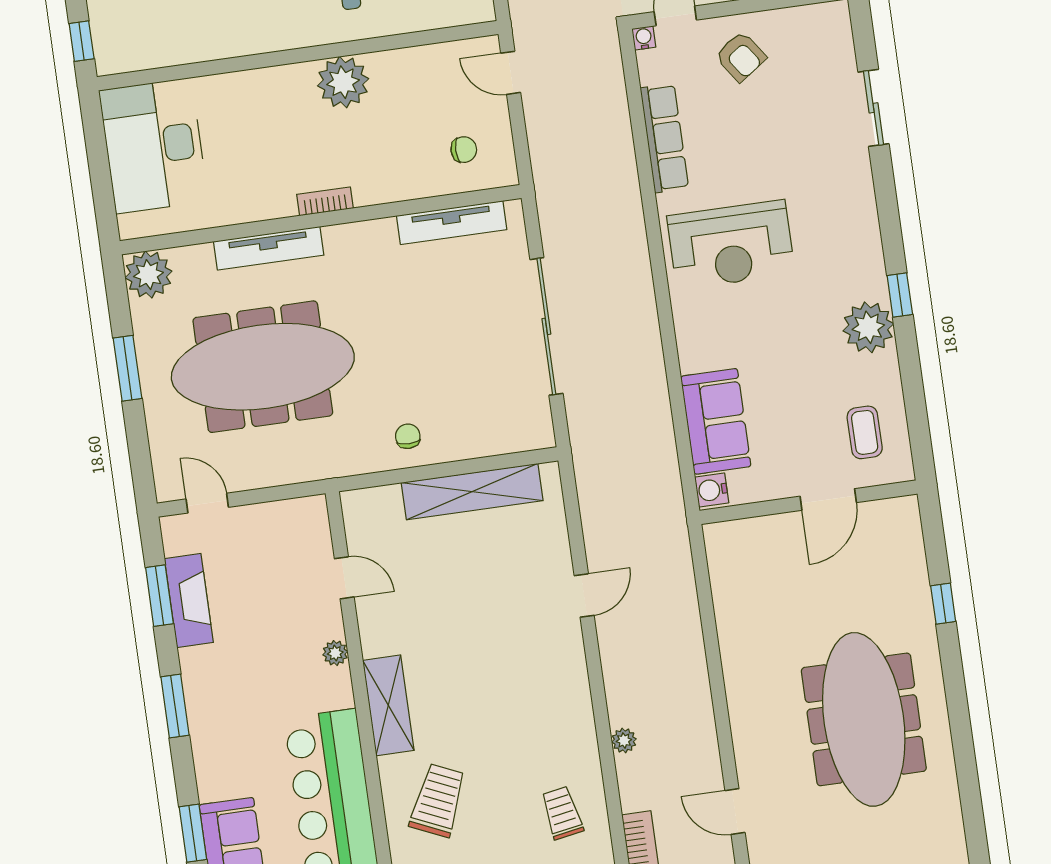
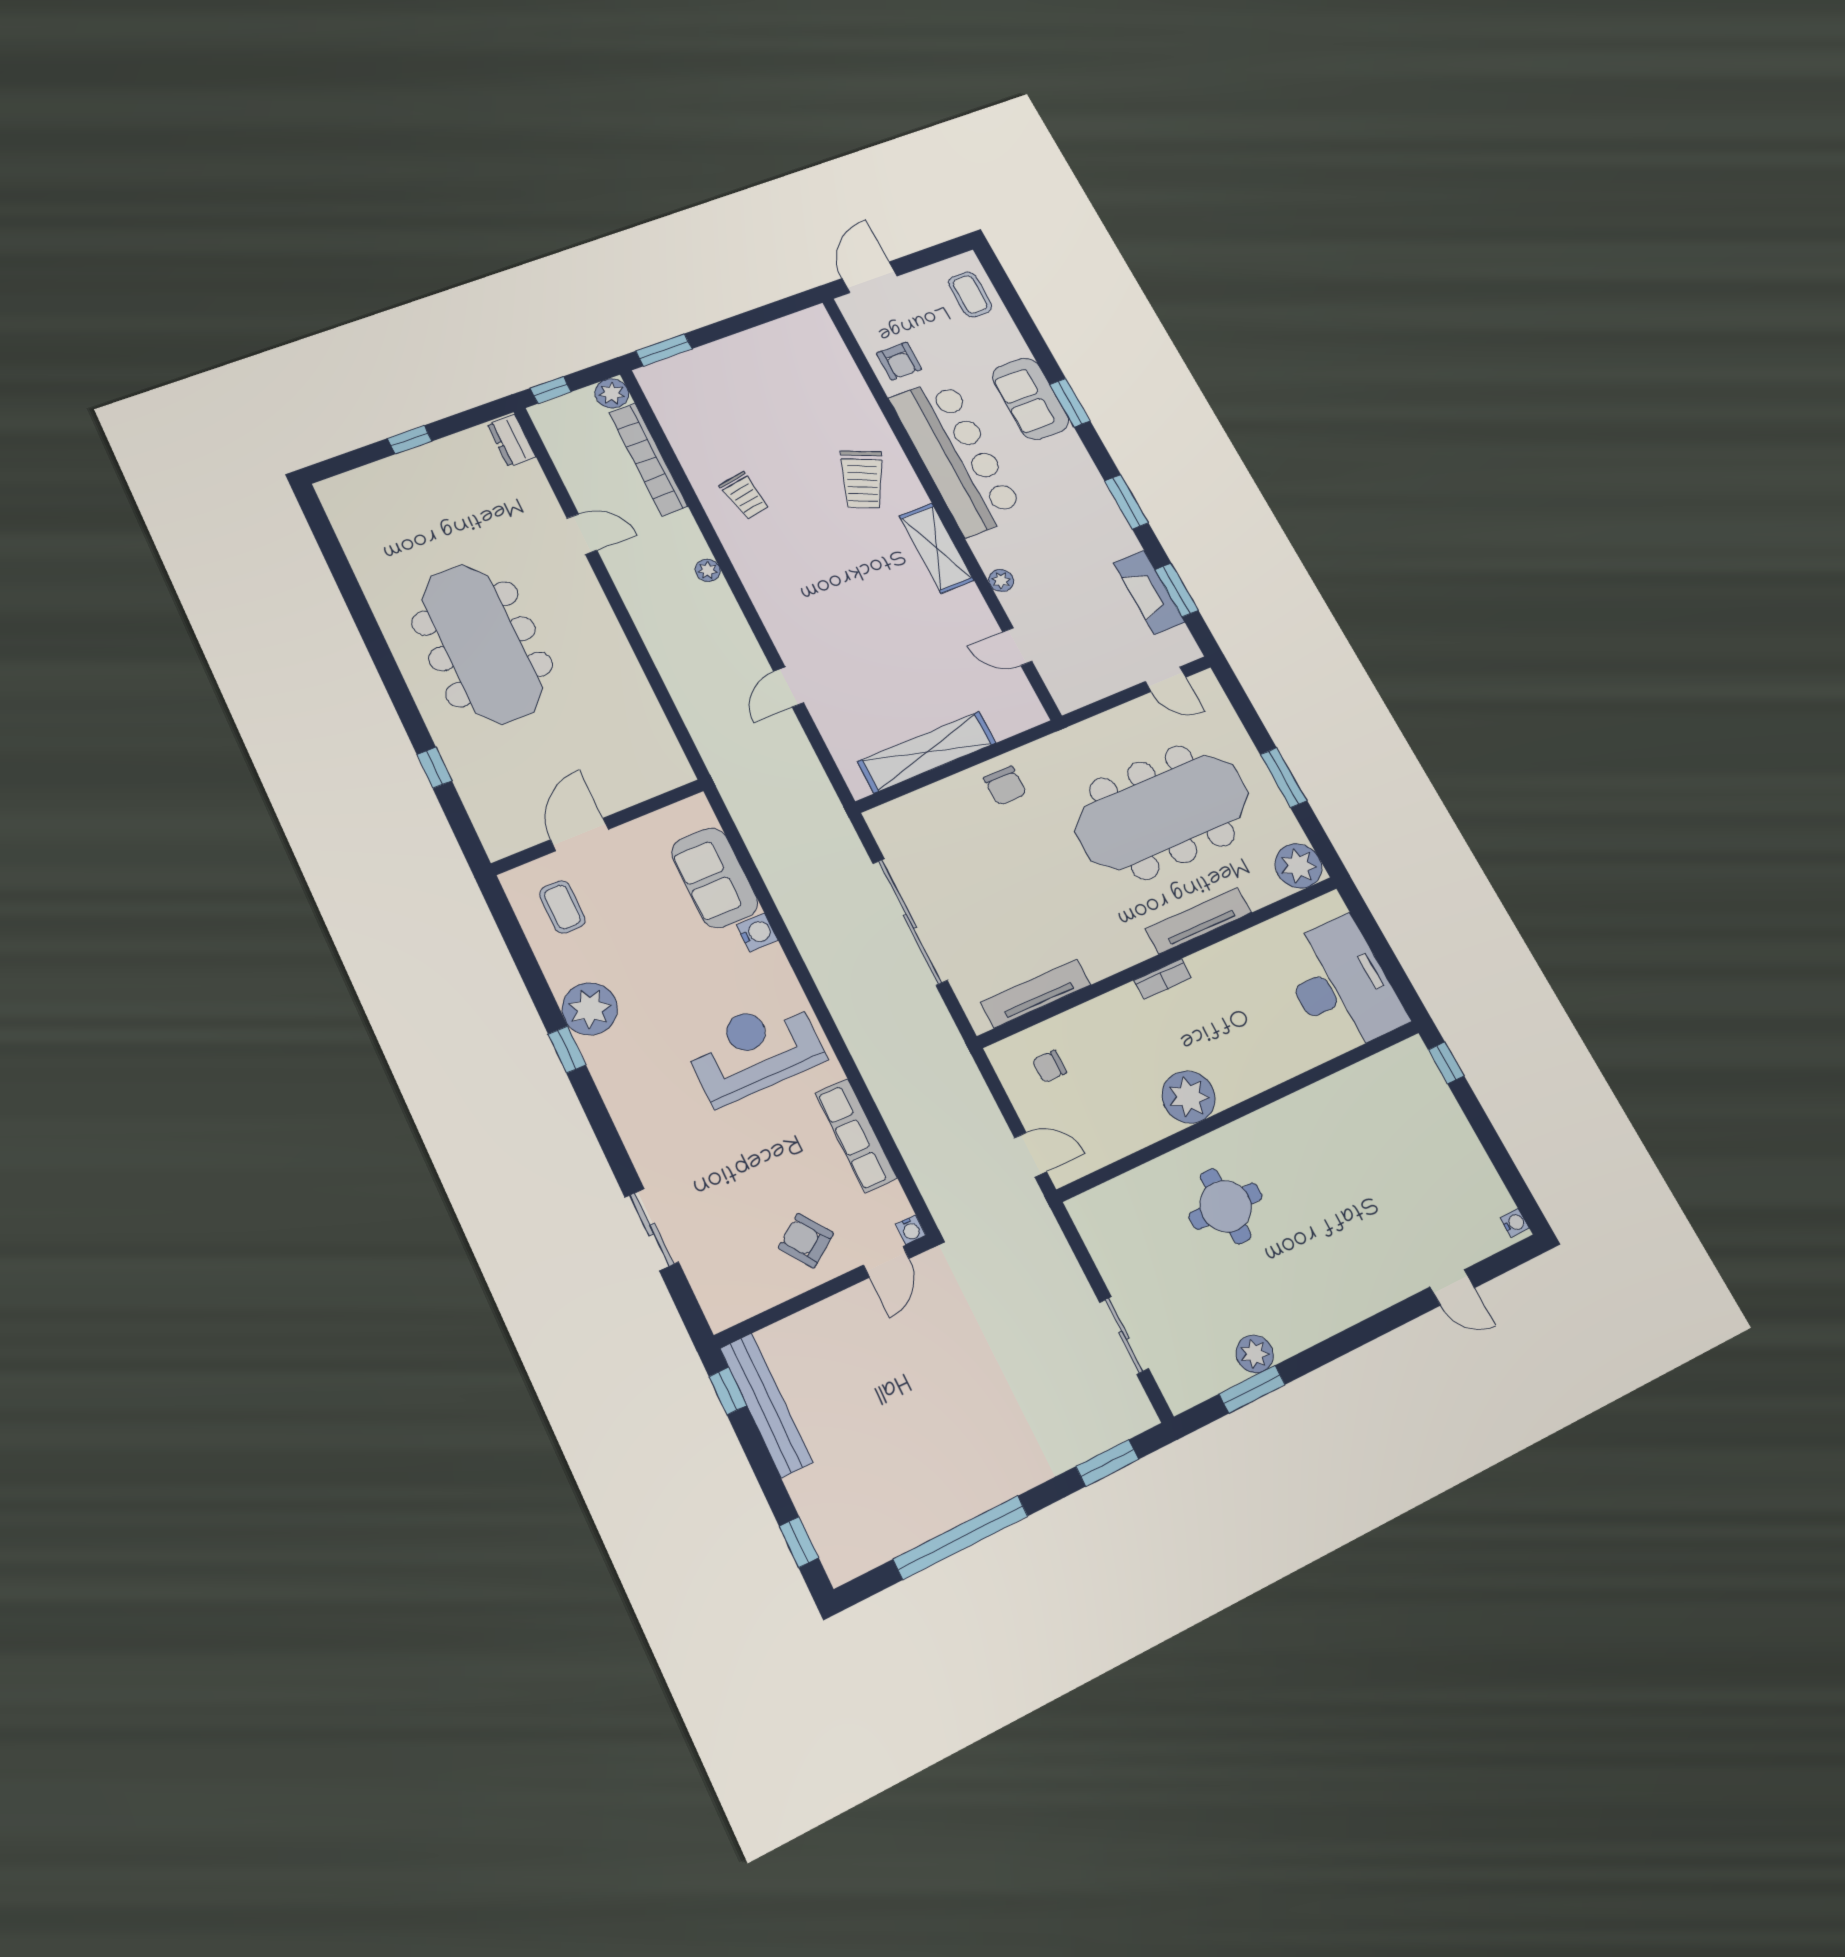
chair: (408, 436) -> (1005, 786), width x1.37, depth x1.37
water cooler: (712, 490) -> (757, 933), moved

